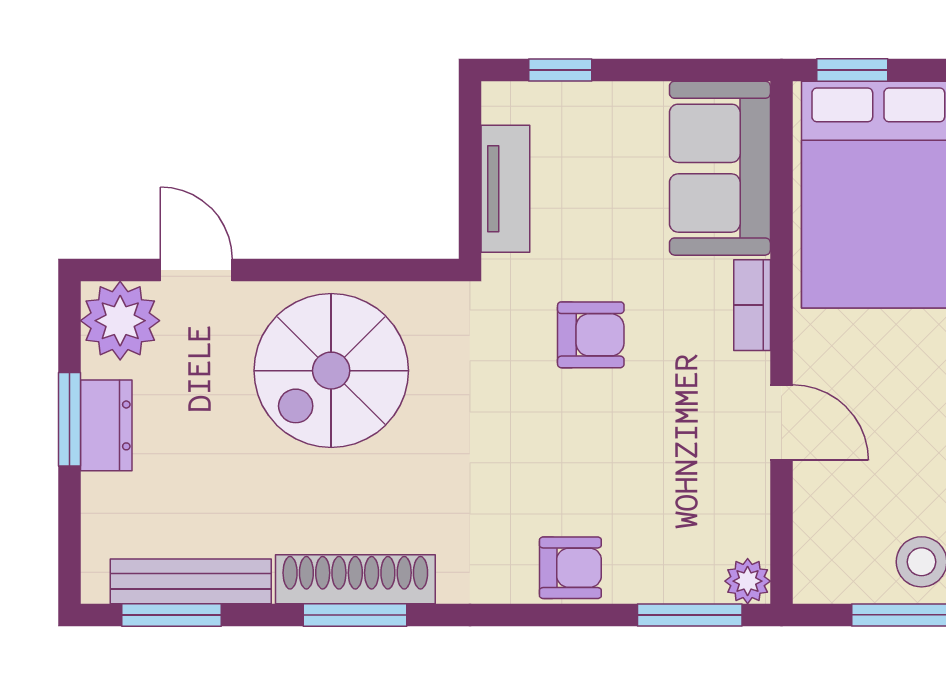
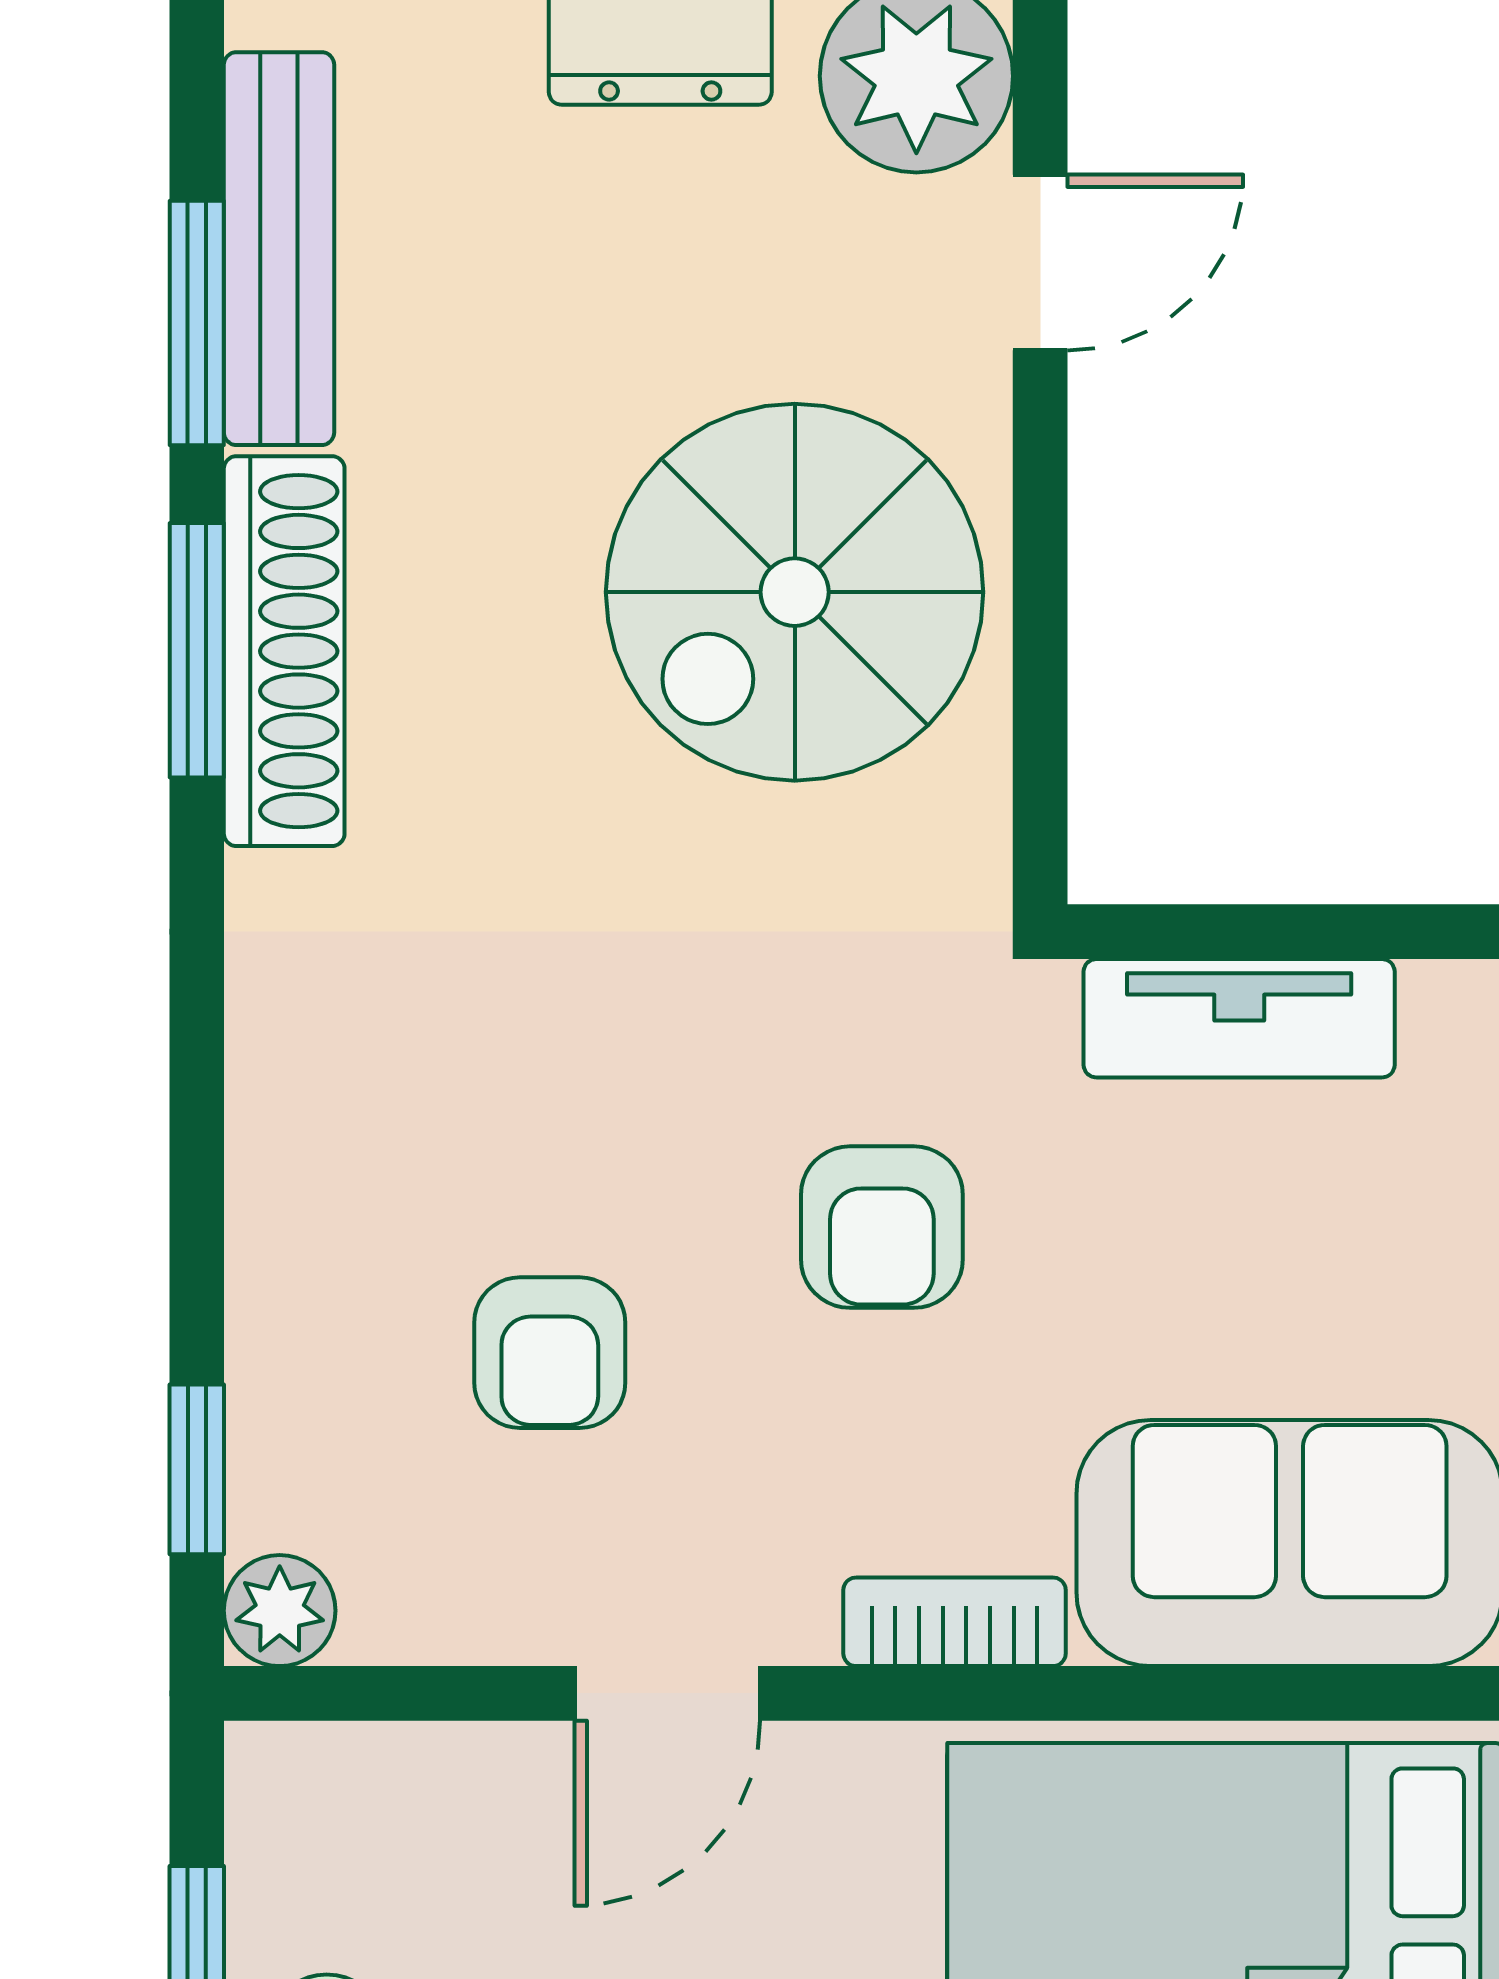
spiral stairs: (331, 371) -> (795, 592), turned -90
armchair: (570, 568) -> (550, 1353), moved
window: (172, 615) -> (197, 323), moved
window: (690, 615) -> (197, 1469), width x0.67

